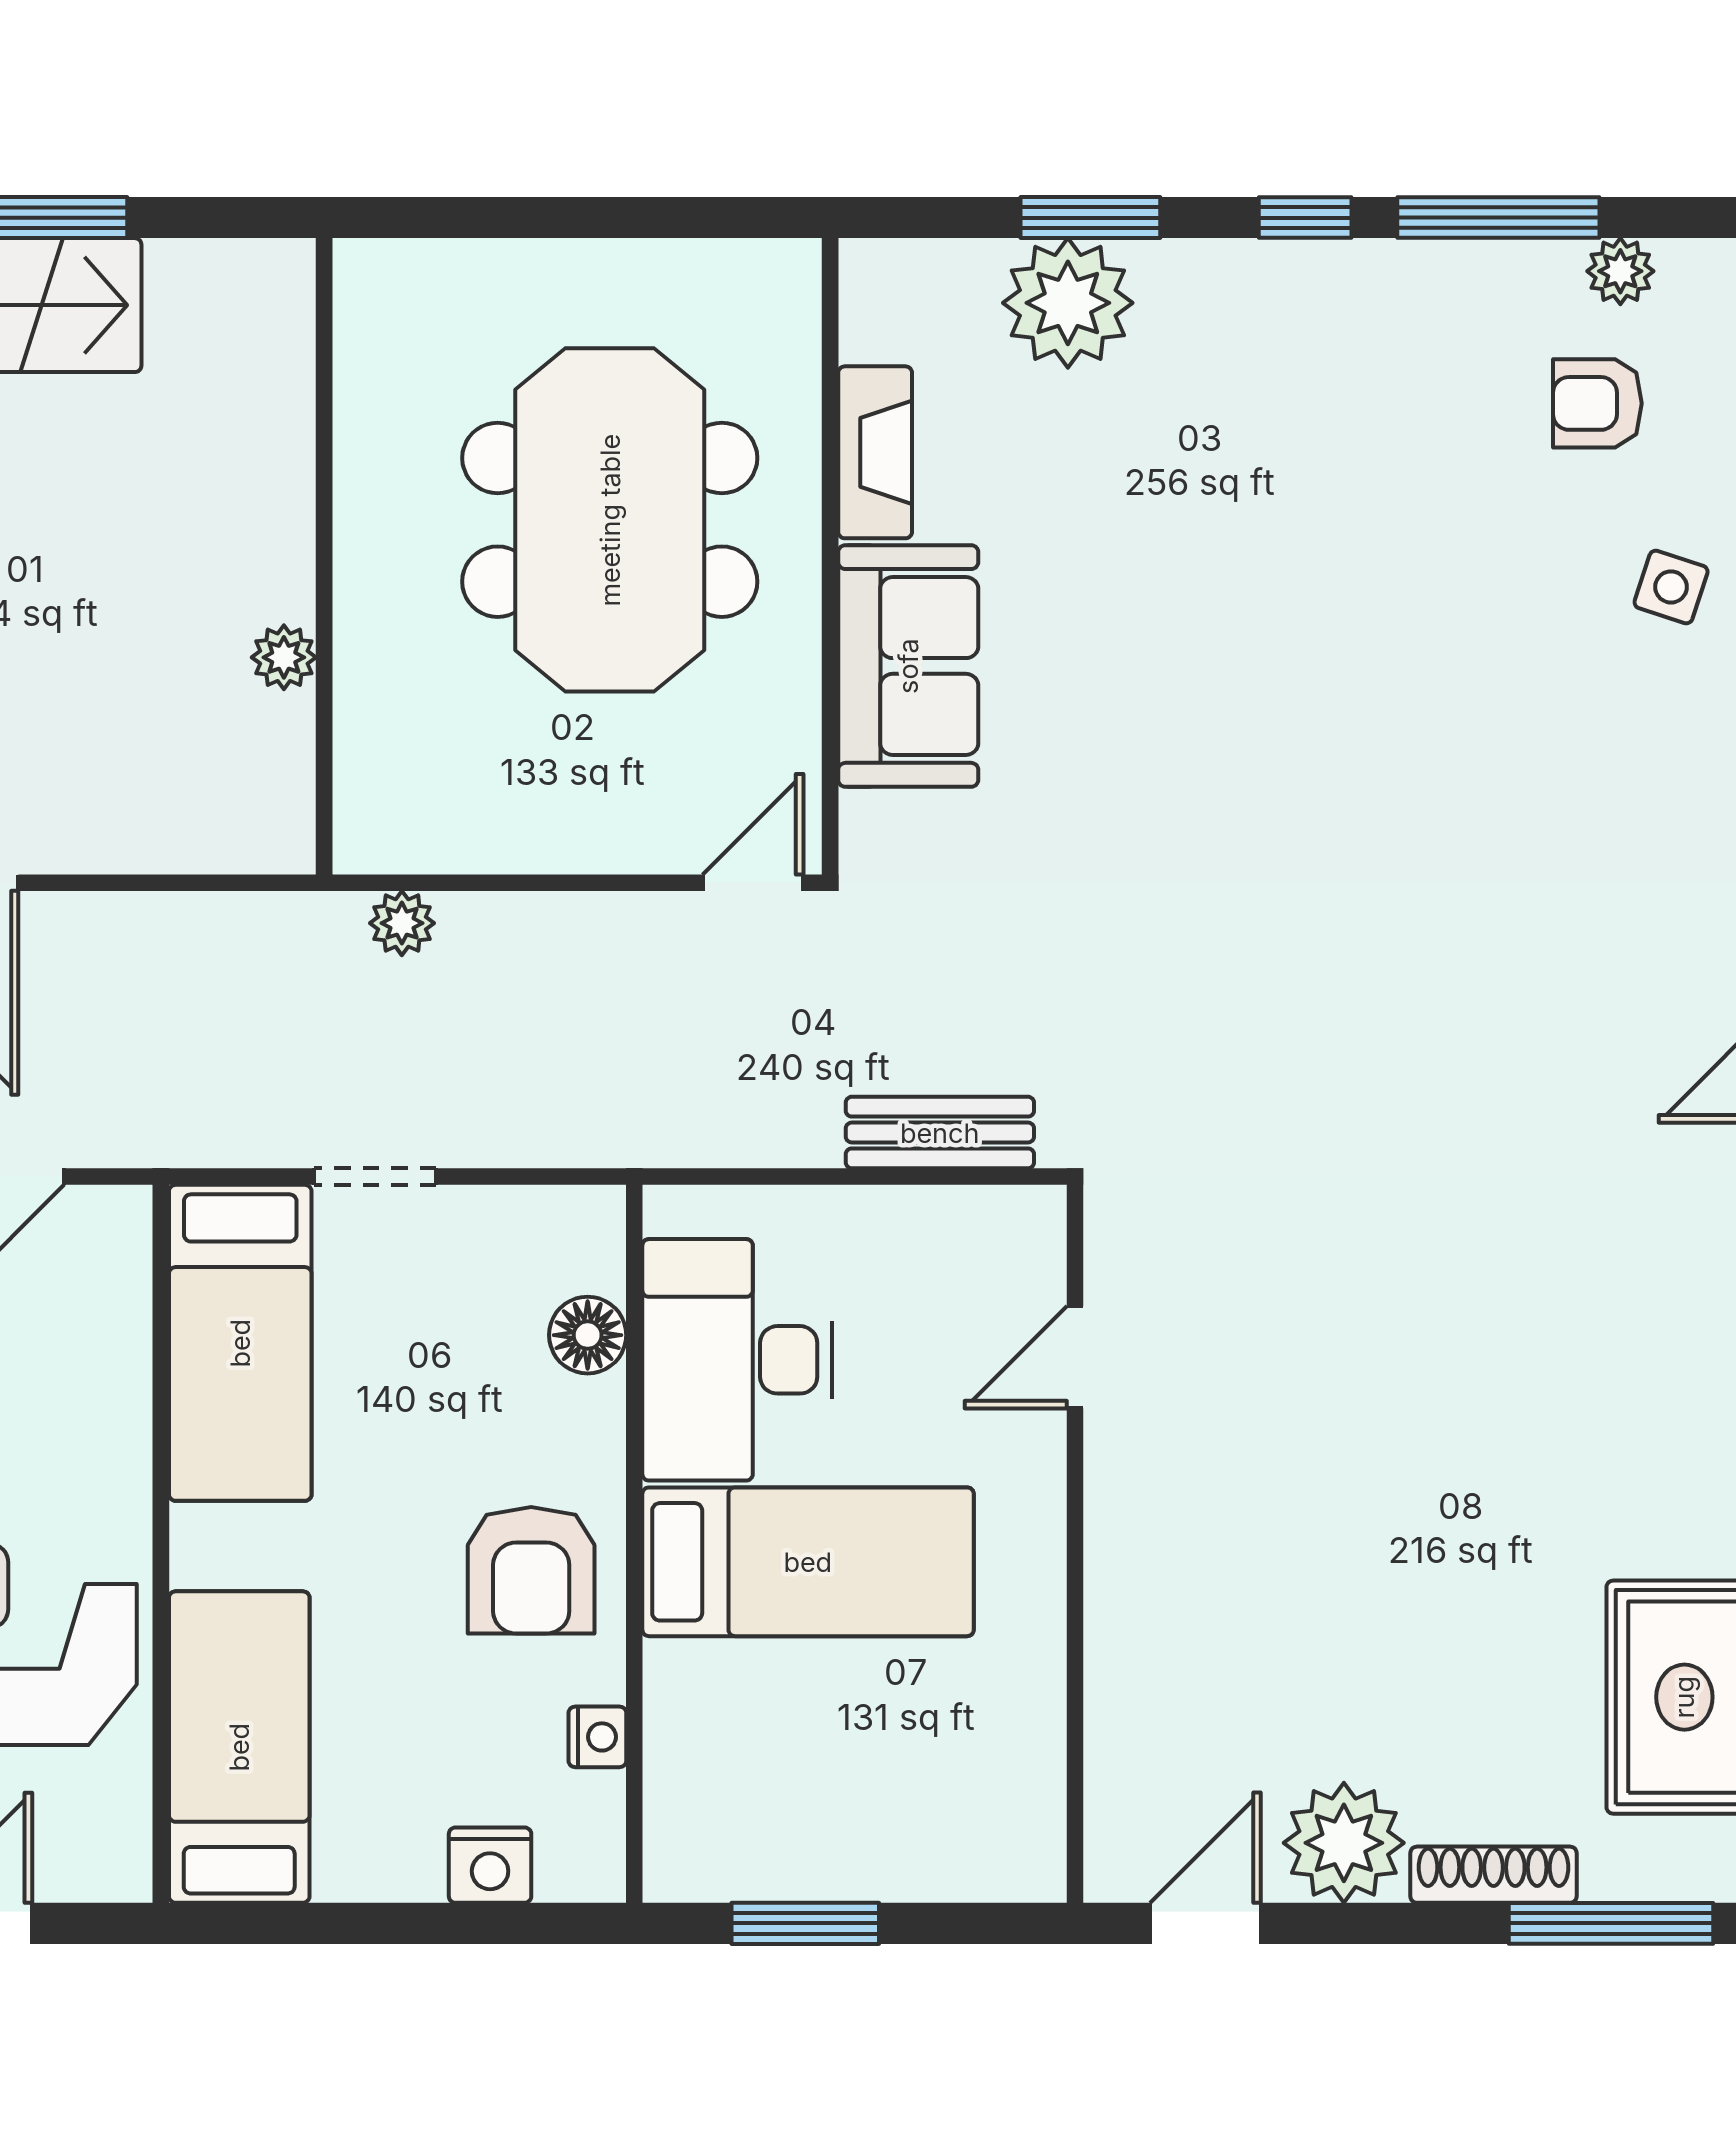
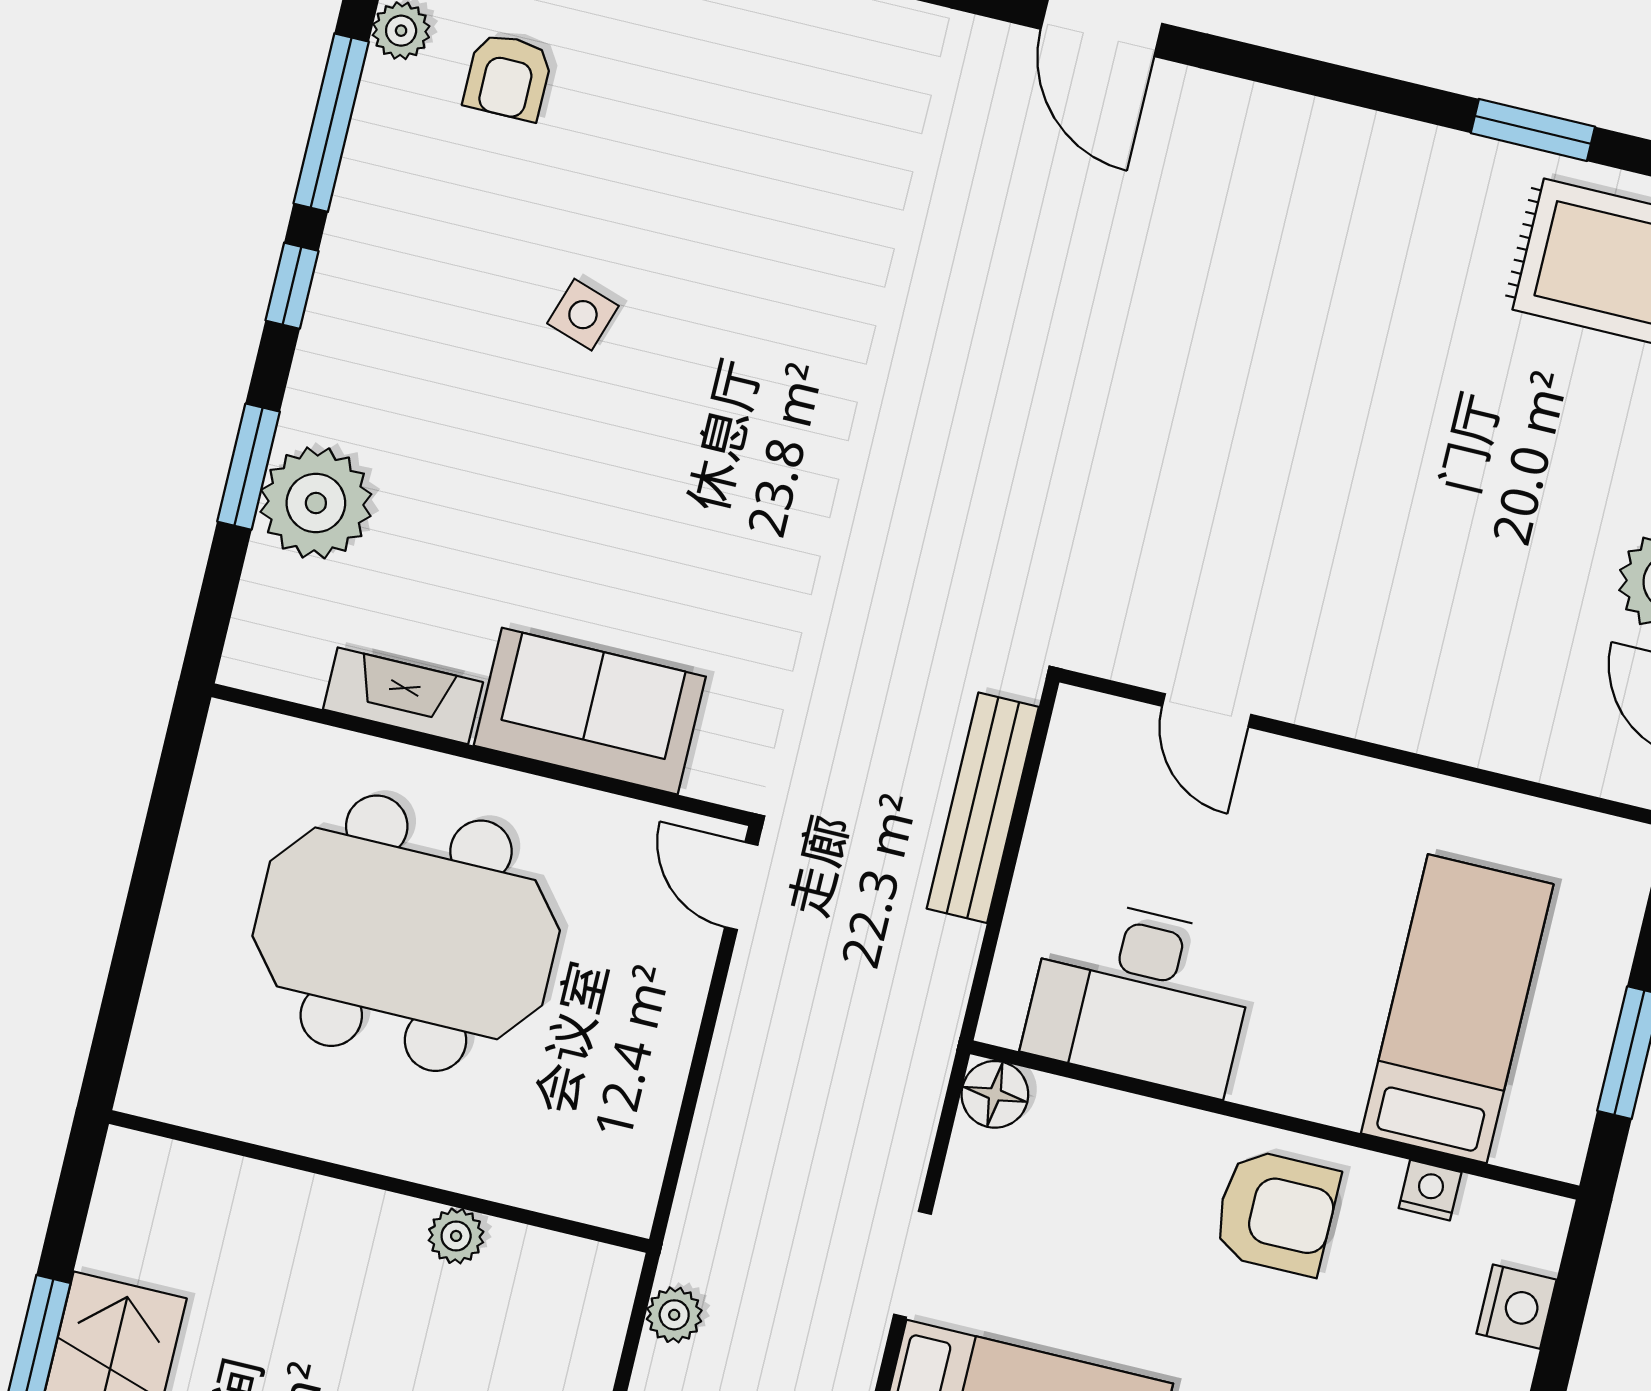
side table: (1671, 587) -> (583, 315), moved
plant: (402, 923) -> (674, 1315), moved
bench: (940, 1133) -> (983, 808), width x1.36
floor lamp: (588, 1335) -> (995, 1094), moved
bed: (808, 1562) -> (1457, 1009), moved

